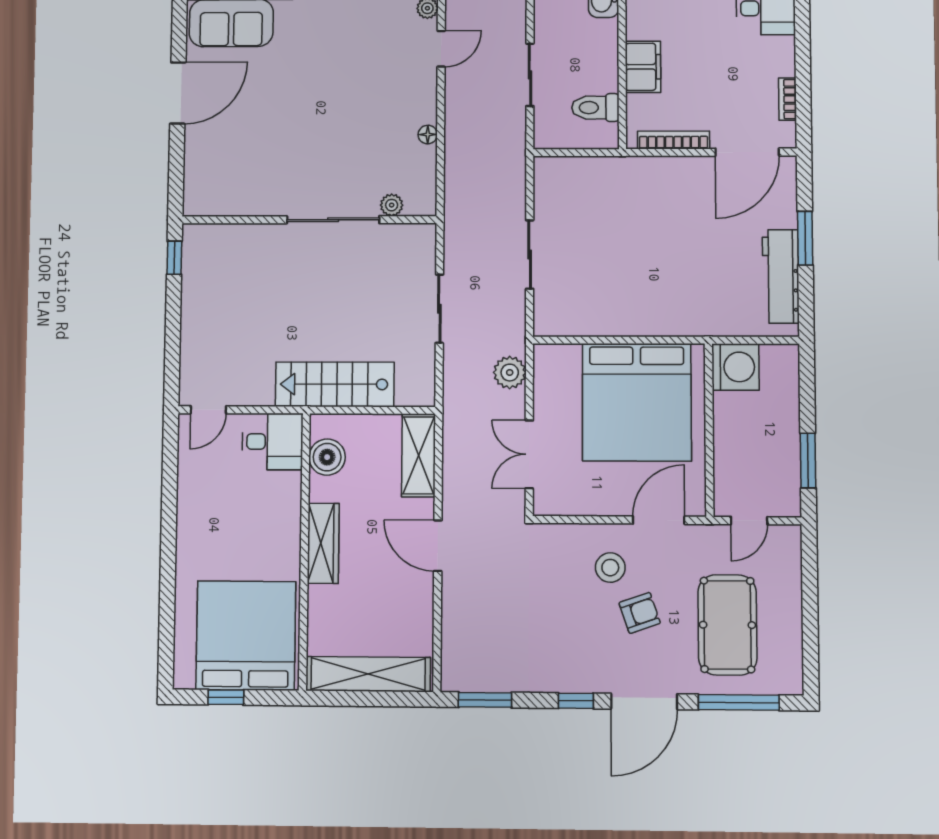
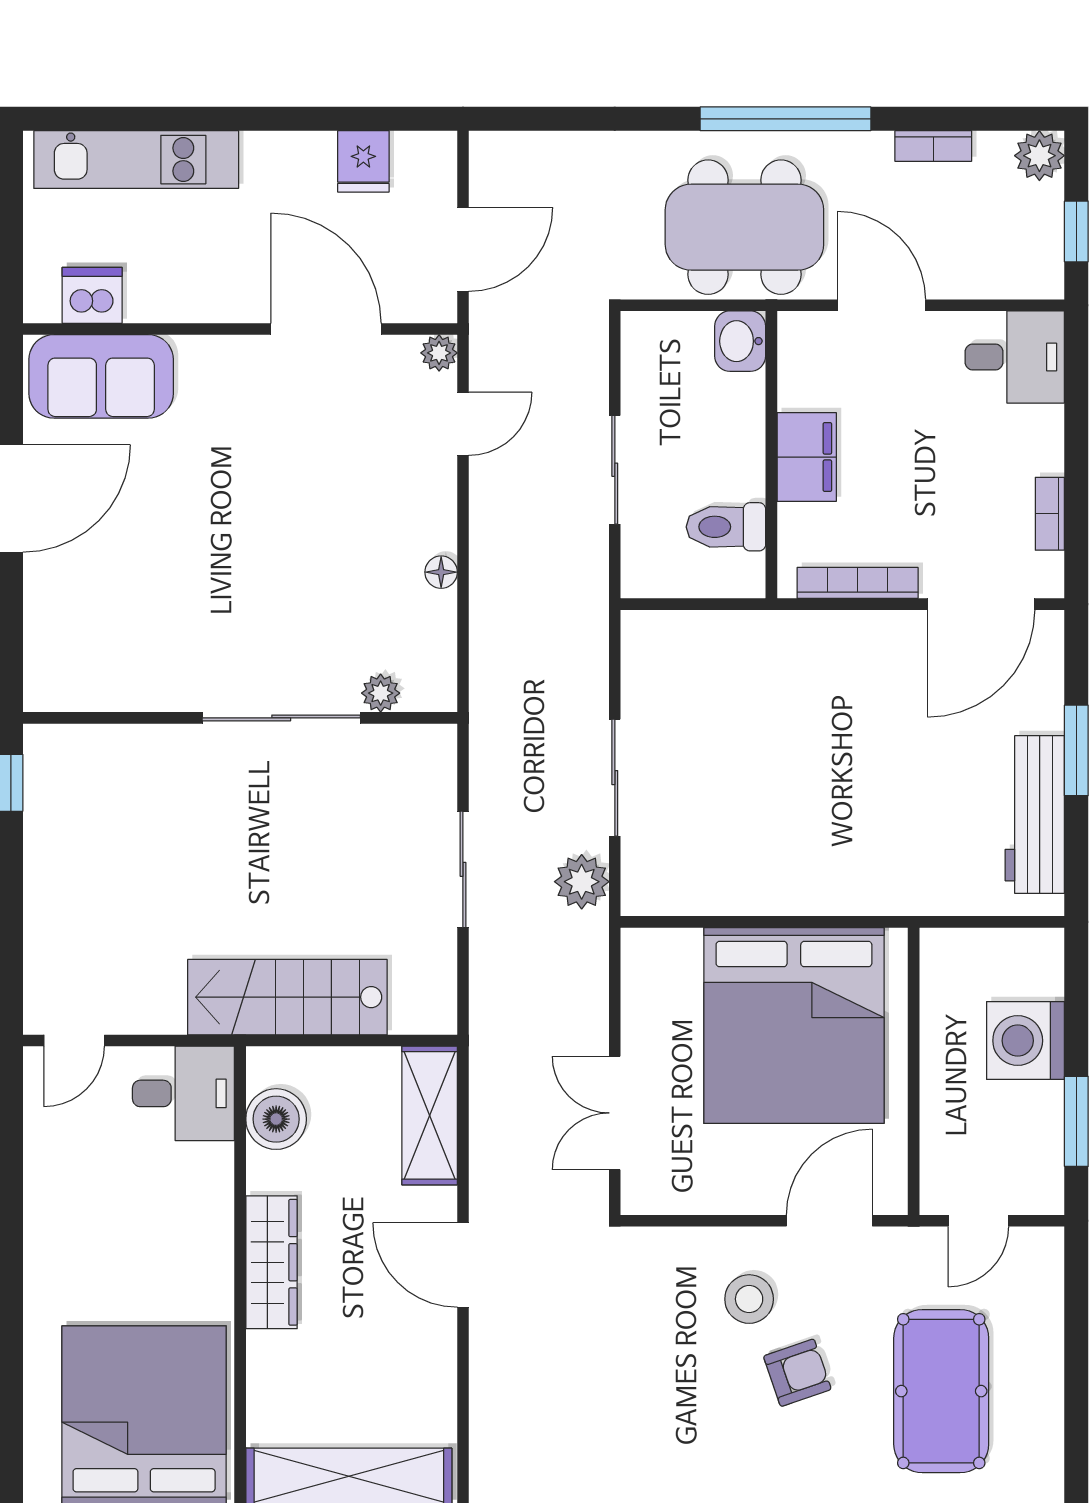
washing machine: (735, 367) -> (1025, 1041), moved, turned 180
plant: (510, 373) -> (582, 882), moved

